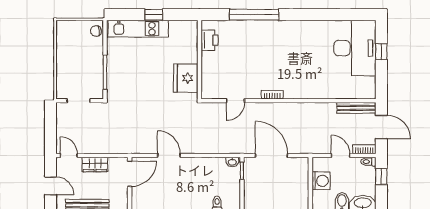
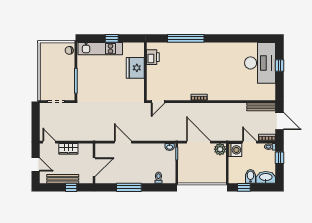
fridge: (186, 78) -> (135, 68), moved
door: (235, 101) -> (158, 102), moved
plant: (301, 165) -> (220, 149), added
door: (130, 174) -> (94, 167), moved
washing machine: (321, 181) -> (235, 150), moved

